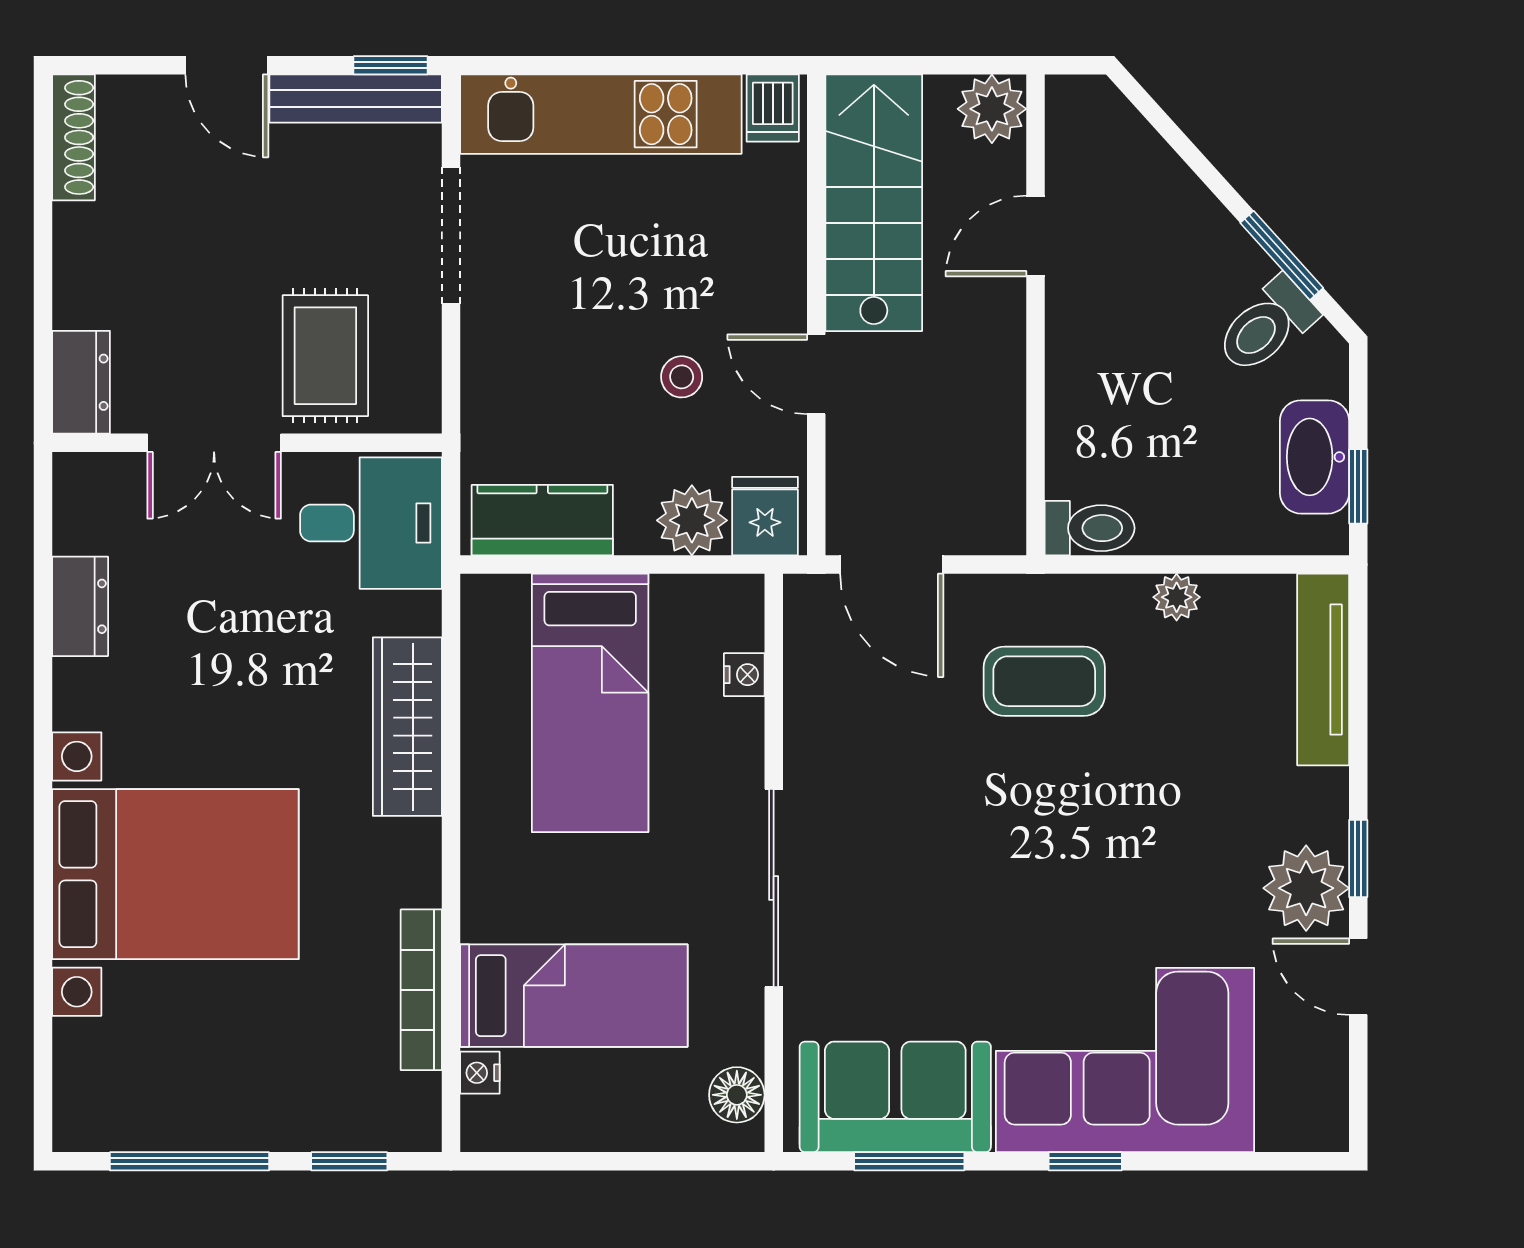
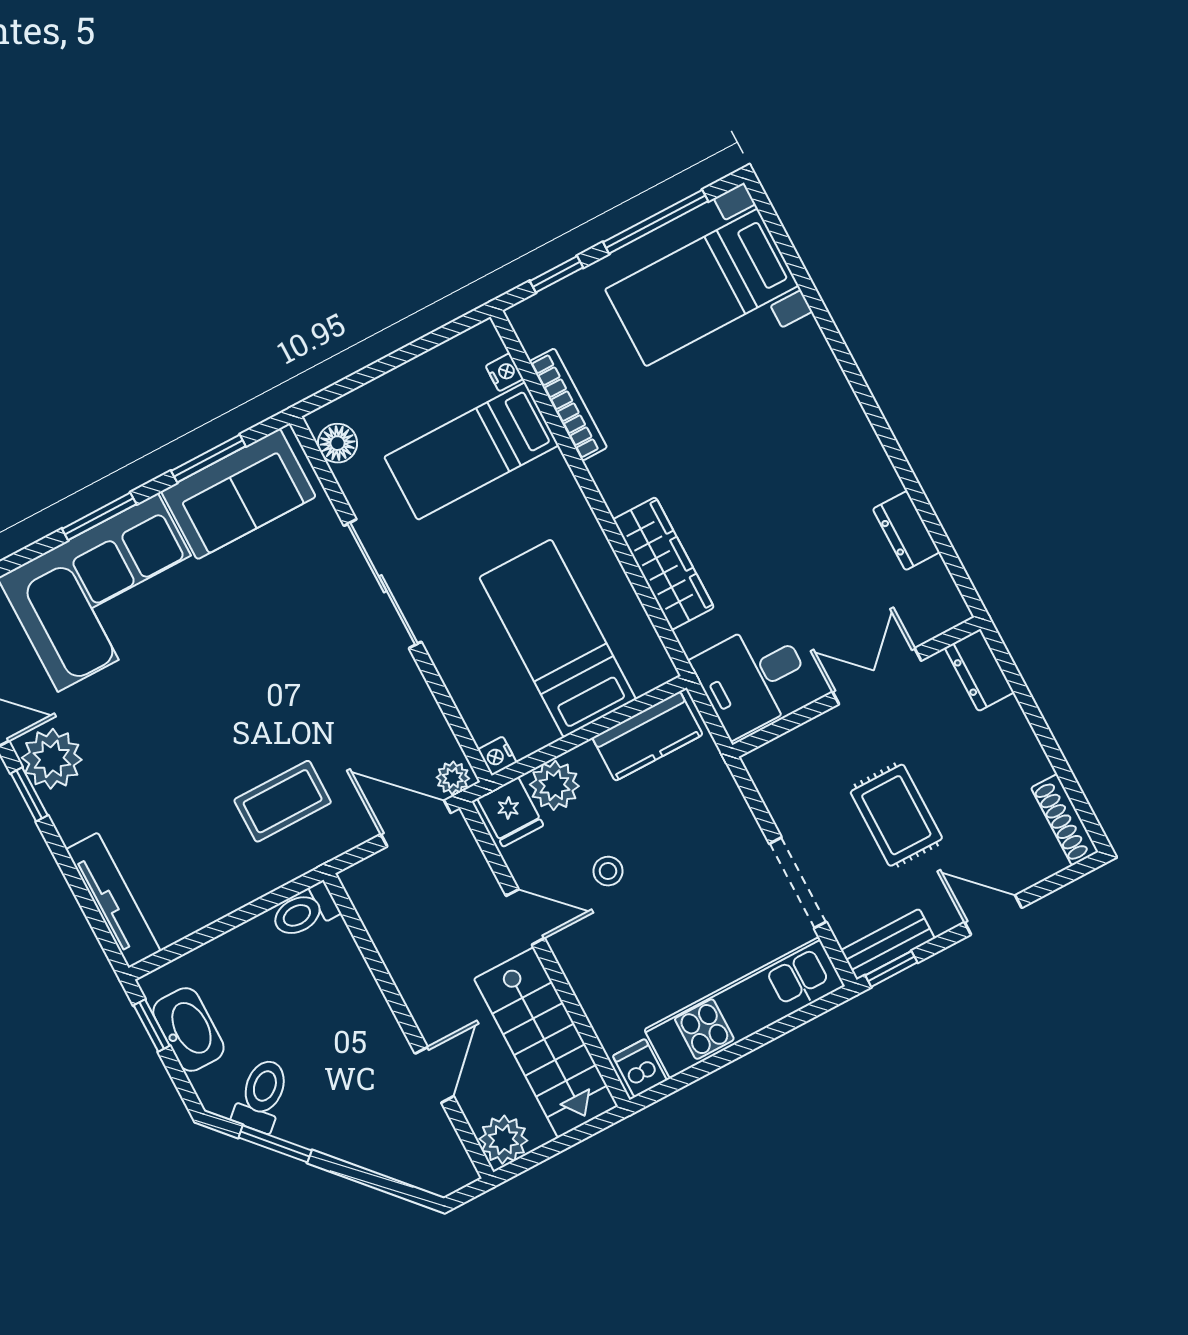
bench: (356, 99) -> (888, 944), width x0.73
rug: (325, 356) -> (896, 815), moved
plant: (1177, 597) -> (453, 778), moved
nightstand: (744, 675) -> (497, 756), moved
bed with nightstands: (175, 874) -> (702, 287), moved, width x0.73
window: (1085, 1161) -> (99, 516), width x1.50

